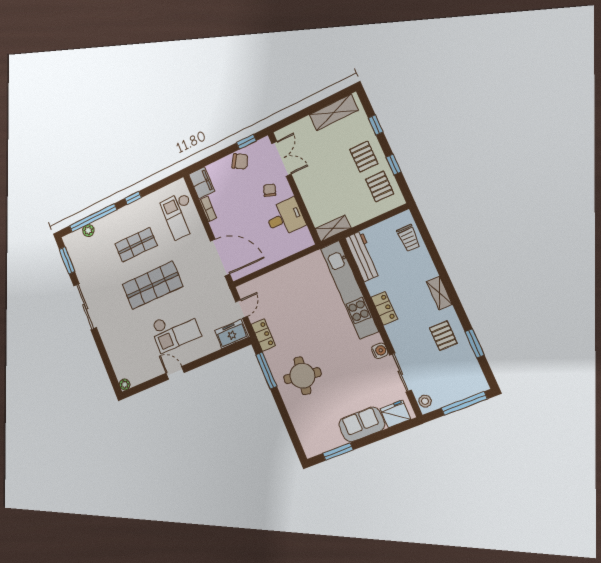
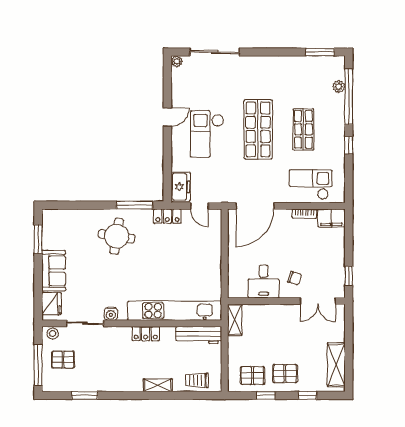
chair: (240, 161) -> (334, 262), removed
shelving: (439, 293) -> (158, 385), moved
sliding door: (85, 307) -> (215, 52), moved
pallet: (443, 336) -> (63, 360), moved

